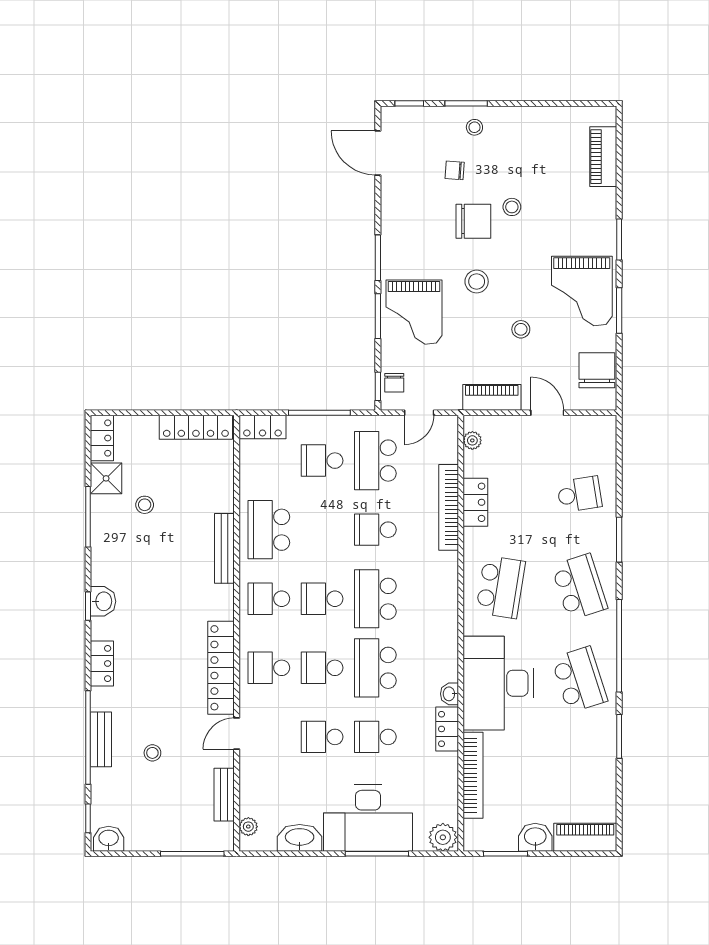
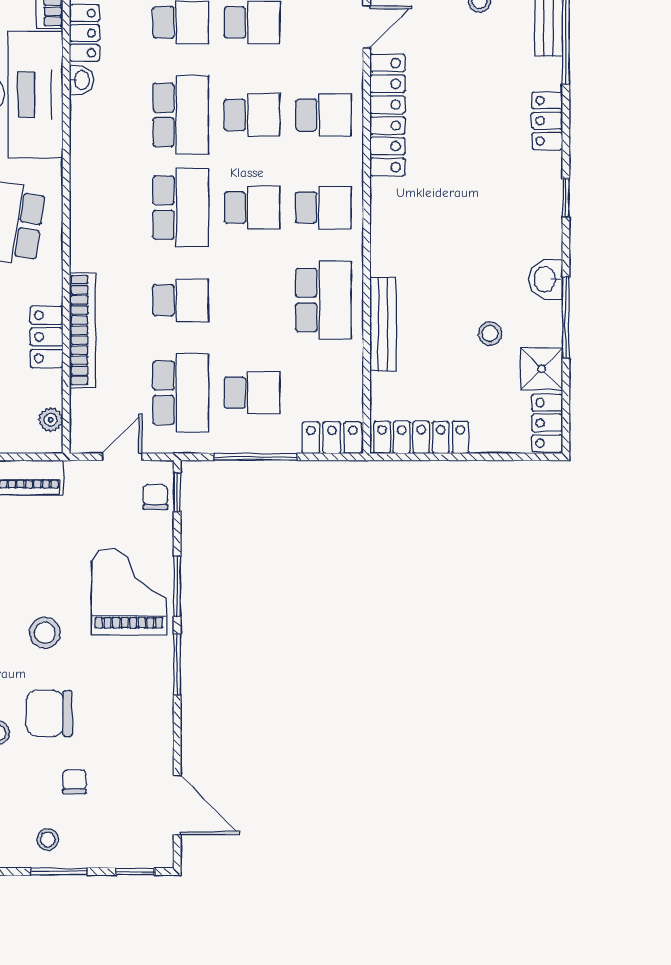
chair: (455, 170) -> (74, 782), turned -94
bench: (224, 548) -> (383, 324), moved
washbasin: (103, 601) -> (546, 279), moved

